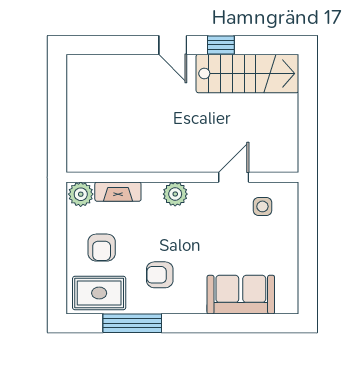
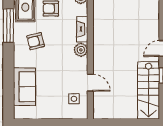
fireplace: (118, 192) -> (82, 29), moved
armchair: (160, 275) -> (36, 41), turned -104

